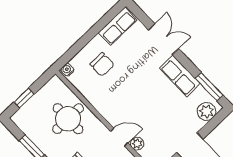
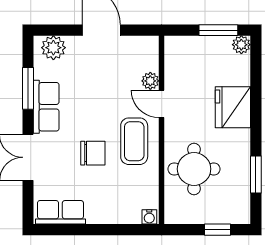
chair: (102, 65) -> (93, 153), moved, turned 90
window: (209, 87) -> (28, 88), moved
coffee table: (115, 103) -> (134, 141), added

